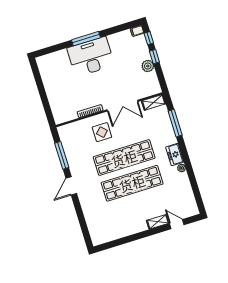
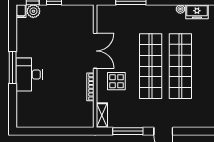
desk: (91, 57) -> (29, 74), width x0.73, depth x0.77
plant: (148, 66) -> (33, 11), moved
shelving: (154, 102) -> (102, 115), moved
freezer: (175, 155) -> (197, 12), moved

